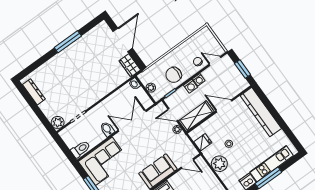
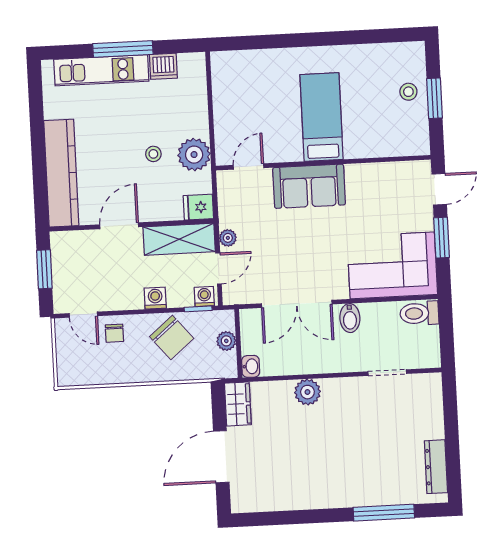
window: (68, 42) -> (384, 513), moved
chair: (174, 75) -> (172, 337), turned 50
washing machine: (199, 80) -> (204, 297), moved
door: (224, 106) -> (119, 226), swing flipped
door: (173, 115) -> (219, 269), hinge flipped
plant: (58, 123) -> (307, 392), moved
fridge: (203, 142) -> (198, 207), moved
door: (187, 163) -> (248, 166), hinge flipped
plant: (219, 164) -> (194, 155), moved

